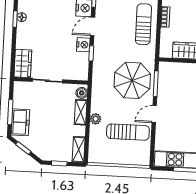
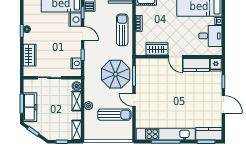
door: (93, 26) -> (83, 34), swing flipped
nightstand: (83, 45) -> (76, 63), moved
wardrobe: (23, 63) -> (30, 55), moved
door: (154, 114) -> (134, 100), hinge flipped
freezer: (20, 122) -> (30, 107), width x1.40

